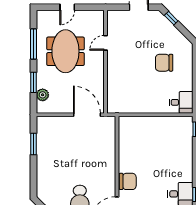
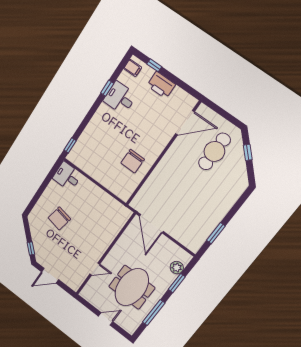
chair: (164, 63) -> (59, 218), turned 101
chair: (128, 181) -> (133, 161), moved, turned -90

